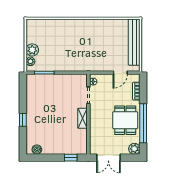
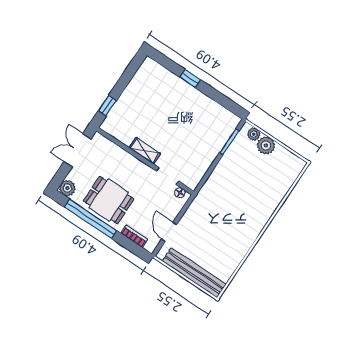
boiler: (37, 150) -> (144, 72), removed

